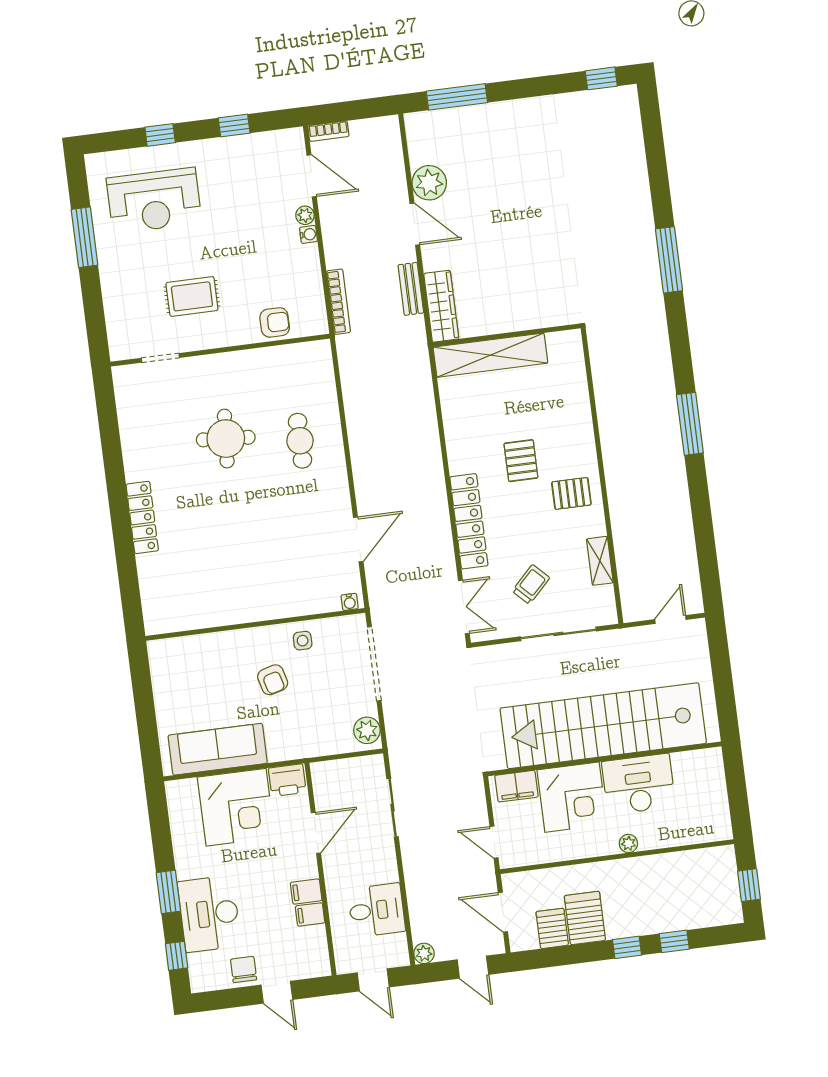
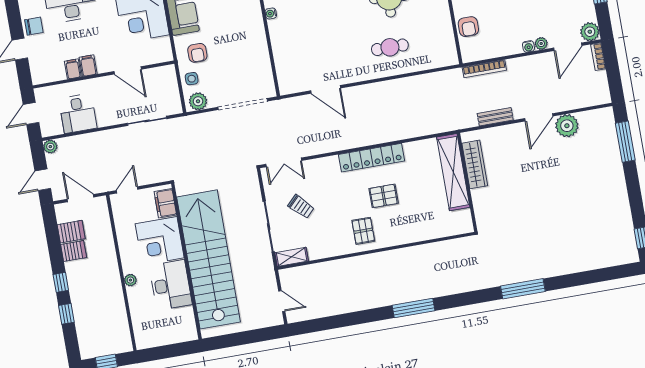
plant: (291, 142) -> (590, 32), added
wardrobe: (441, 306) -> (475, 164), moved, turned -90
locker: (469, 521) -> (372, 158), moved
shelving: (600, 561) -> (292, 257), moved
water cooler: (350, 602) -> (271, 13), moved
side table: (303, 641) -> (192, 79), moved
armchair: (273, 680) -> (197, 53), moved, turned -75
printer: (287, 780) -> (162, 49), removed
door: (503, 912) -> (81, 198), hinge flipped
server rack: (585, 918) -> (74, 251), width x0.73, depth x0.70

